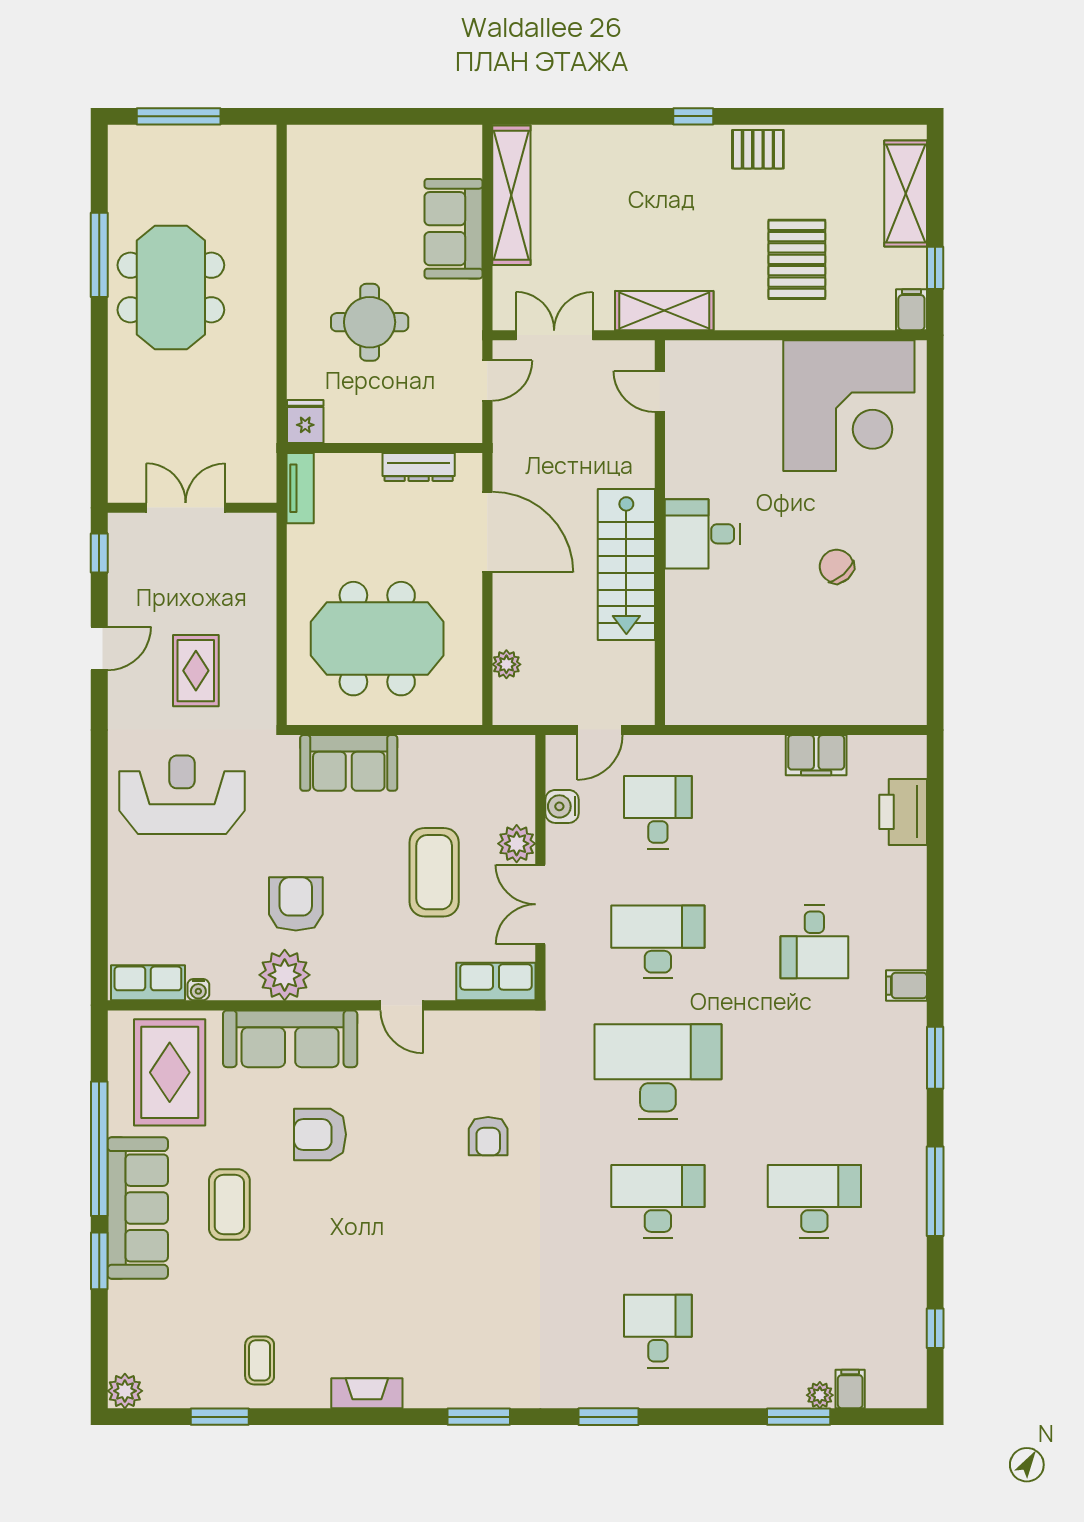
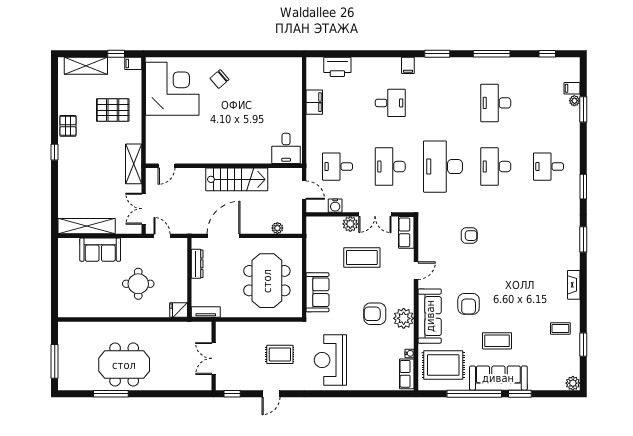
desk: (702, 534) -> (286, 148), moved
chair: (837, 566) -> (219, 79), moved
door: (99, 648) -> (271, 394), swing flipped

